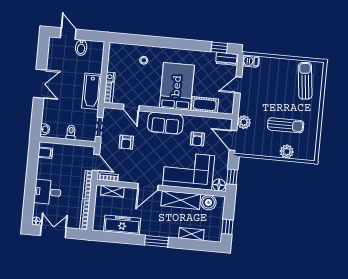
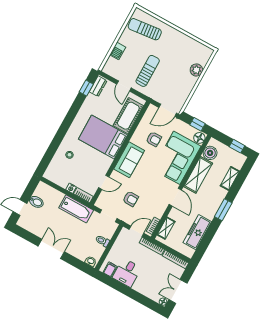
barbecue: (251, 61) -> (118, 51), moved
cot: (205, 105) -> (128, 116), width x1.37, depth x1.34
plant: (244, 122) -> (157, 95), removed
sun lounger: (286, 125) -> (148, 71), moved
desk: (48, 192) -> (127, 273), moved

